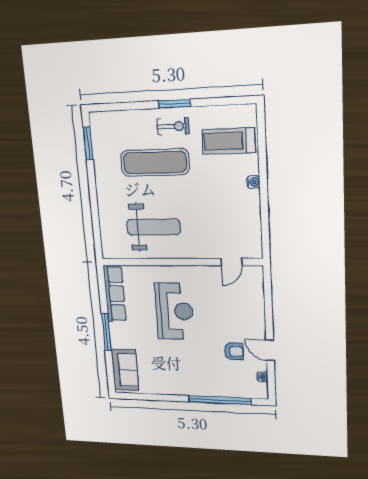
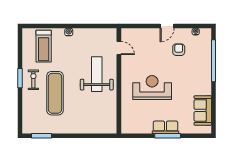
weight bench: (154, 227) -> (97, 74), moved
row of seats: (115, 294) -> (165, 127), moved, width x0.68
door: (270, 350) -> (167, 26), moved
sofa: (125, 370) -> (203, 110), moved, turned -90

